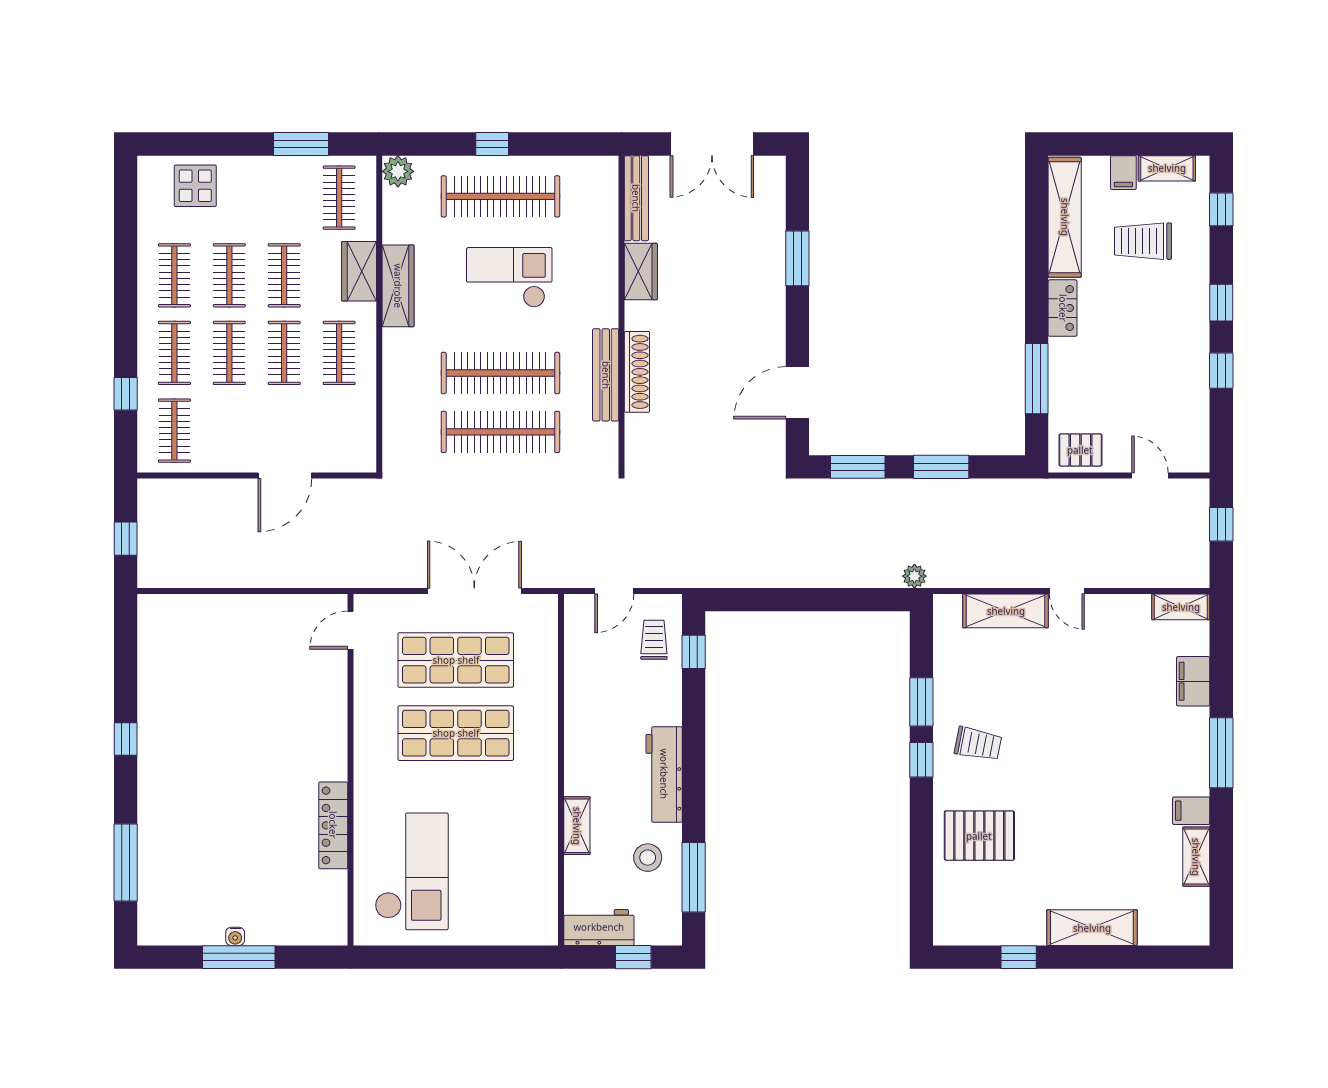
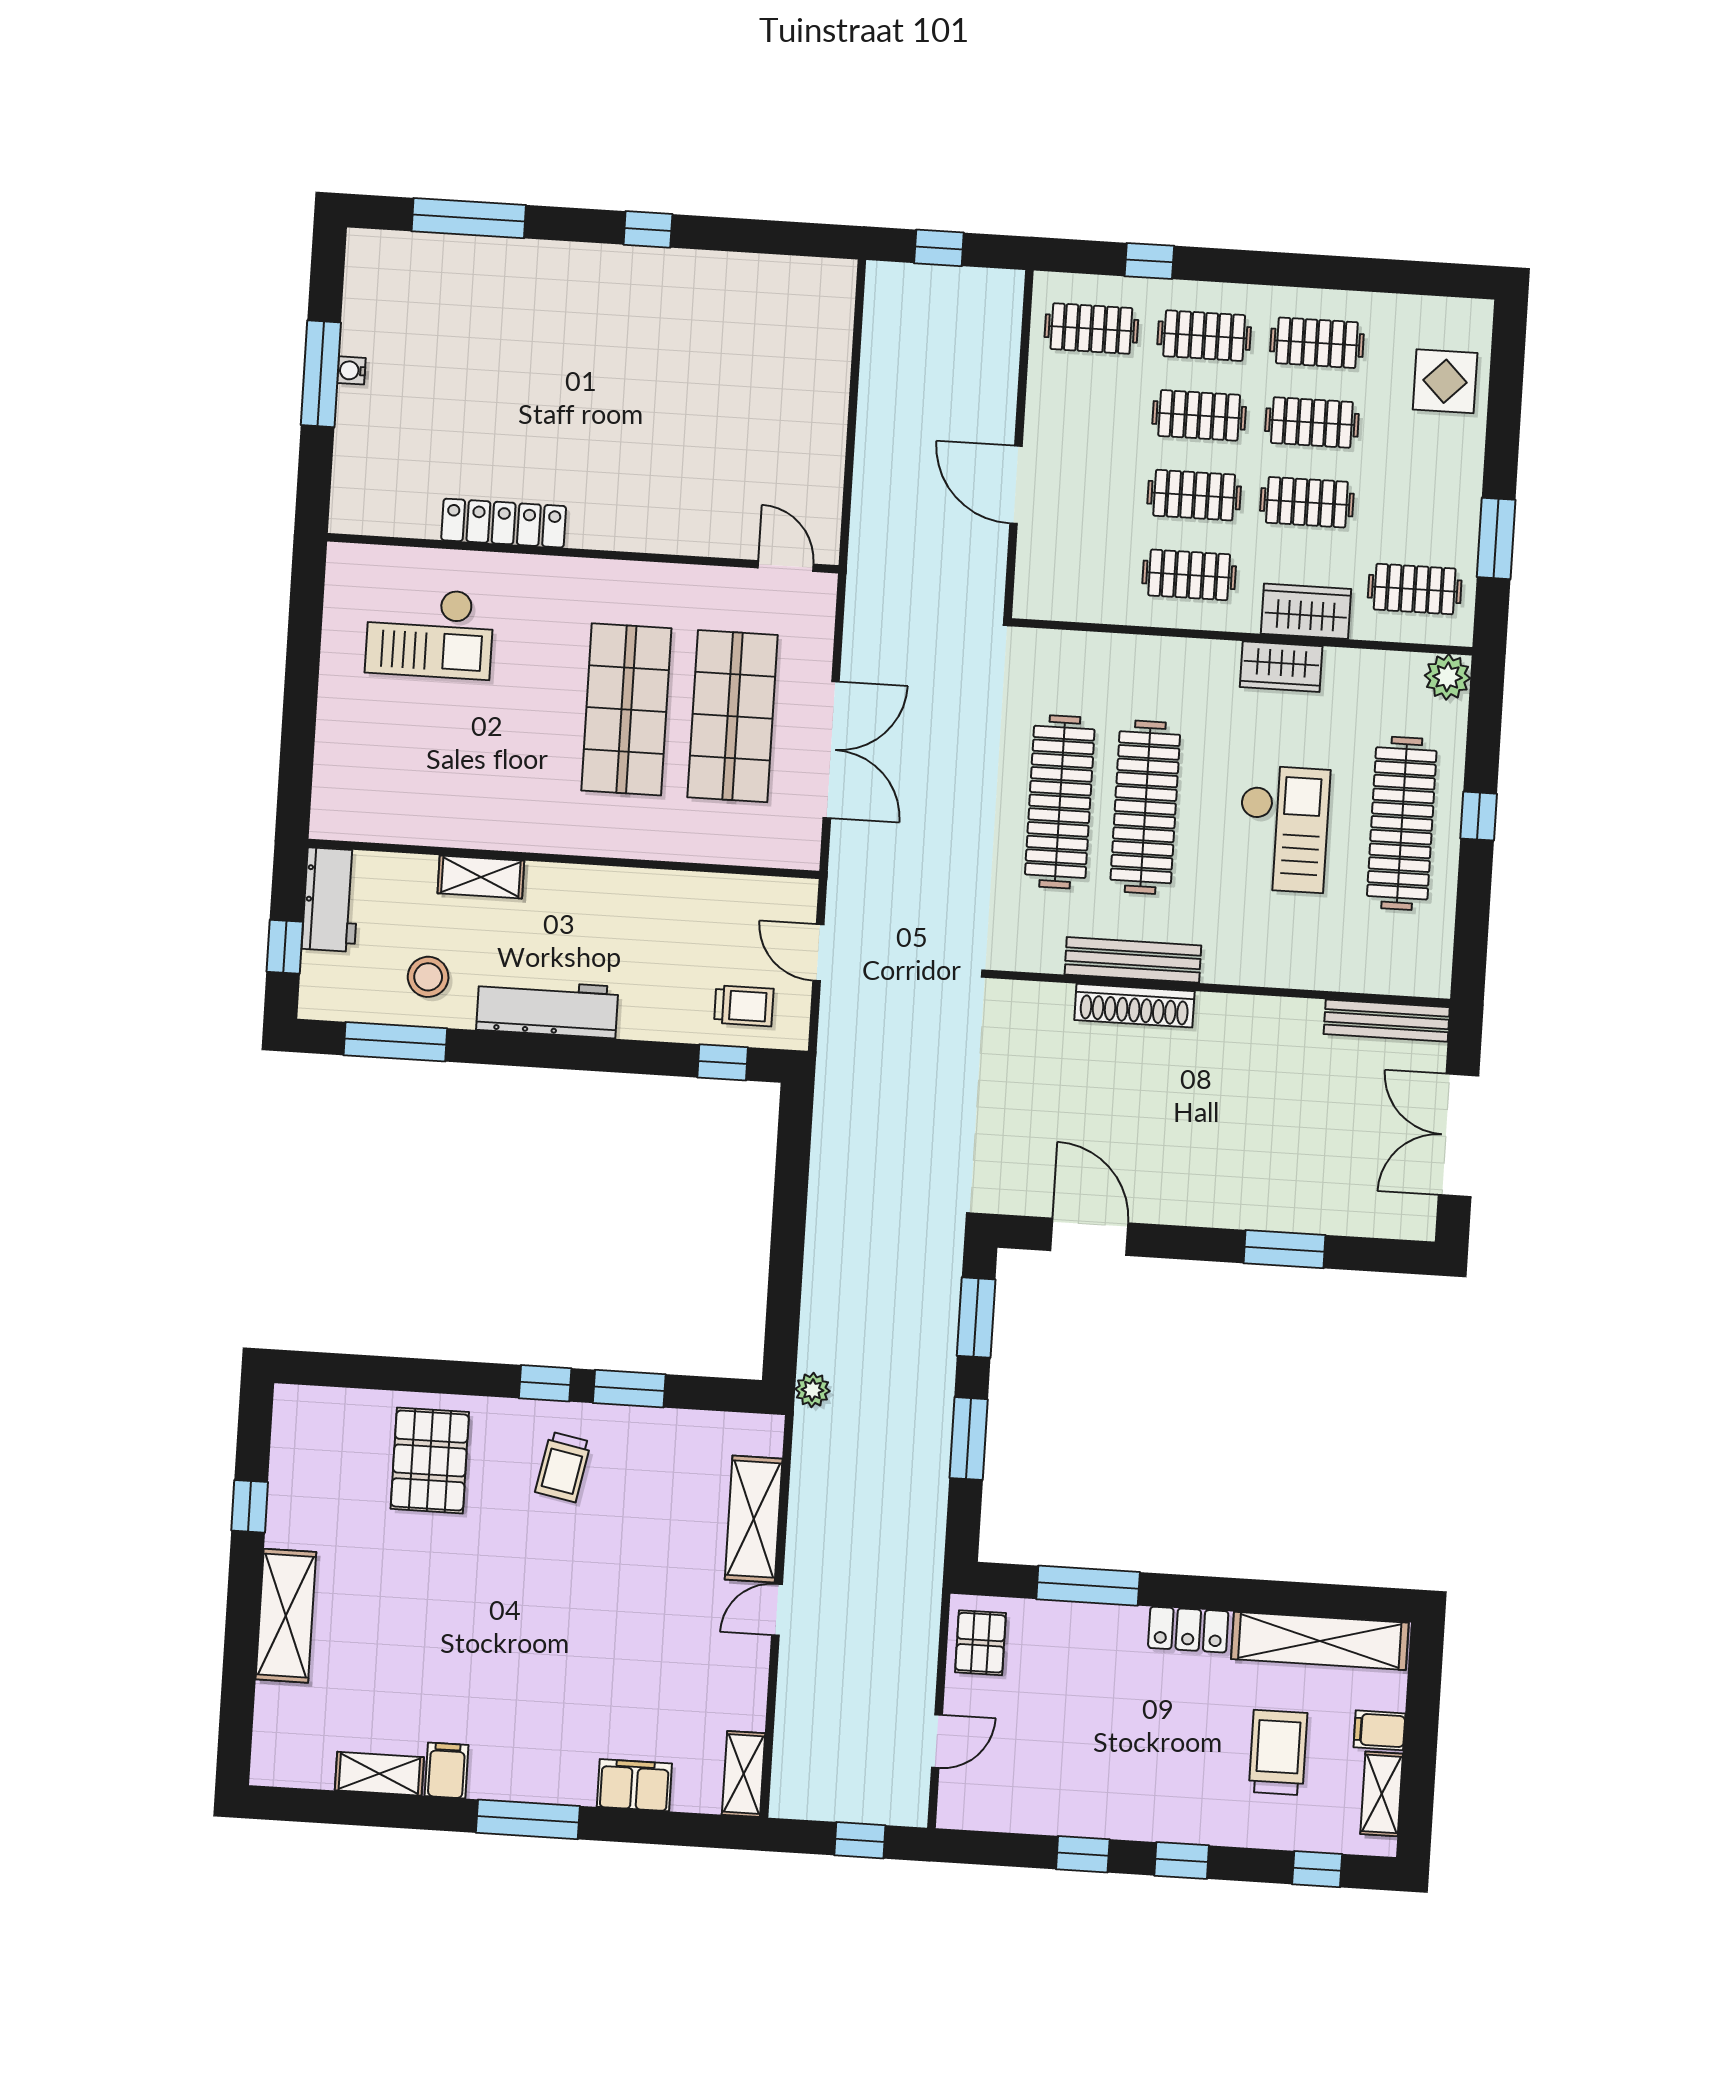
wardrobe: (641, 272) -> (1280, 1020), removed
wardrobe: (398, 286) -> (1281, 667), width x0.67
checkout: (412, 871) -> (430, 633), width x0.73, depth x0.83

